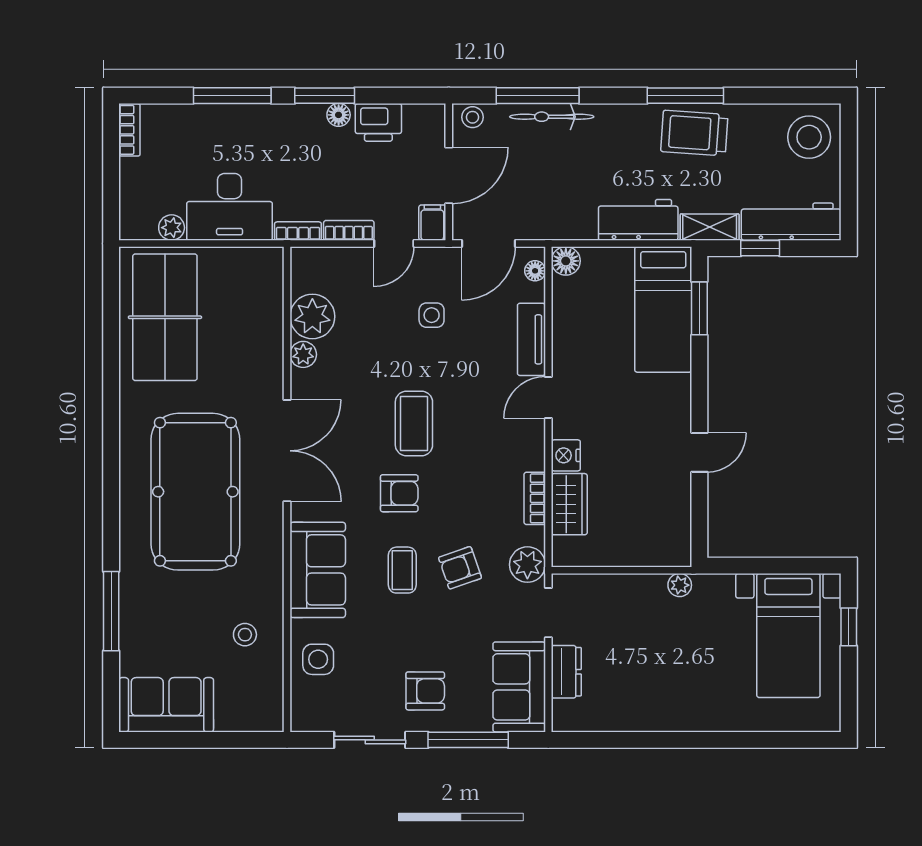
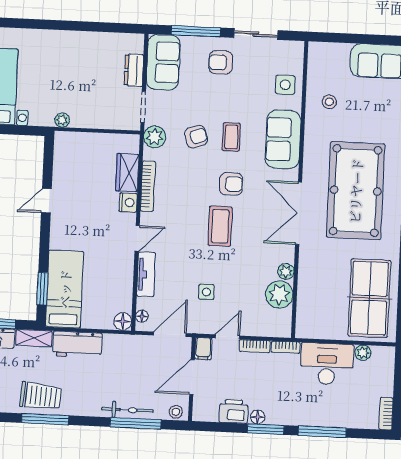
armchair: (399, 493) -> (231, 184), turned 180
bookcase: (535, 498) -> (148, 186), width x1.56

